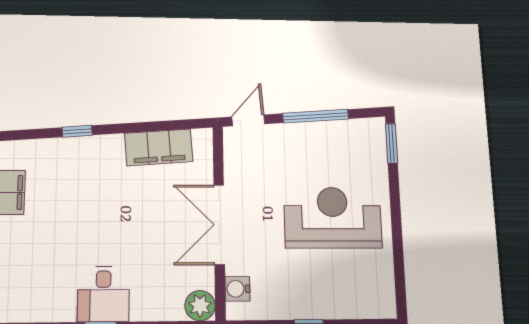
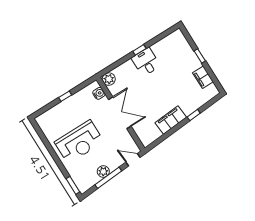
door: (248, 120) -> (133, 160), swing flipped
plant: (318, 134) -> (103, 172), added
filing cabinet: (159, 147) -> (171, 120), moved

